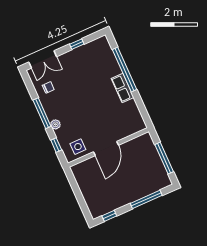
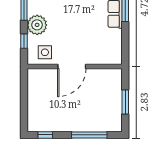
plant: (55, 124) -> (37, 25), width x1.88, depth x1.88
window: (164, 158) -> (125, 102), width x0.69

